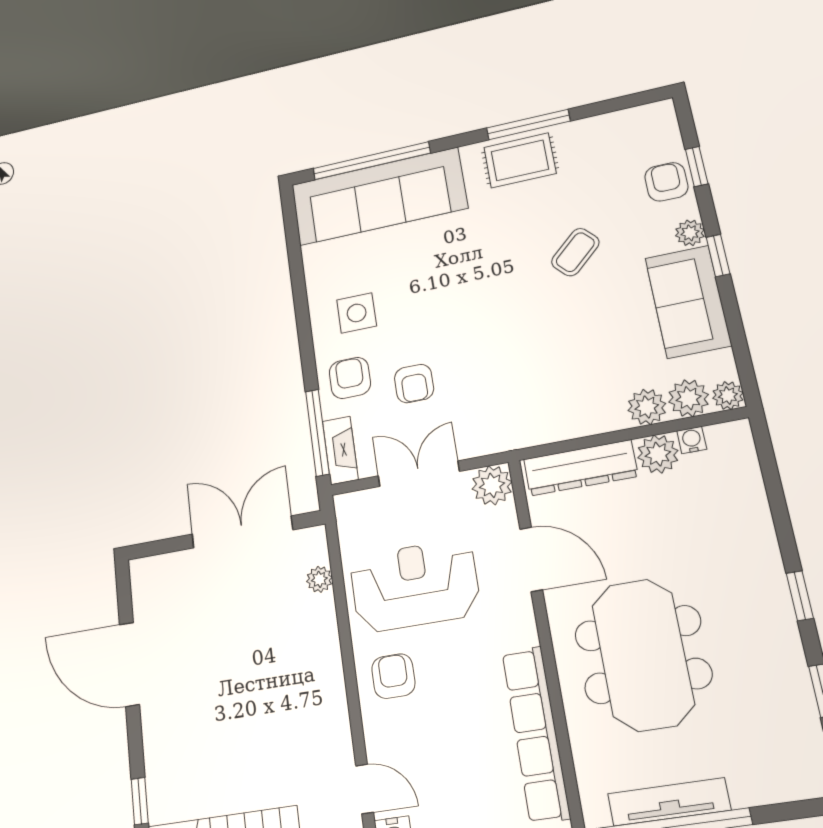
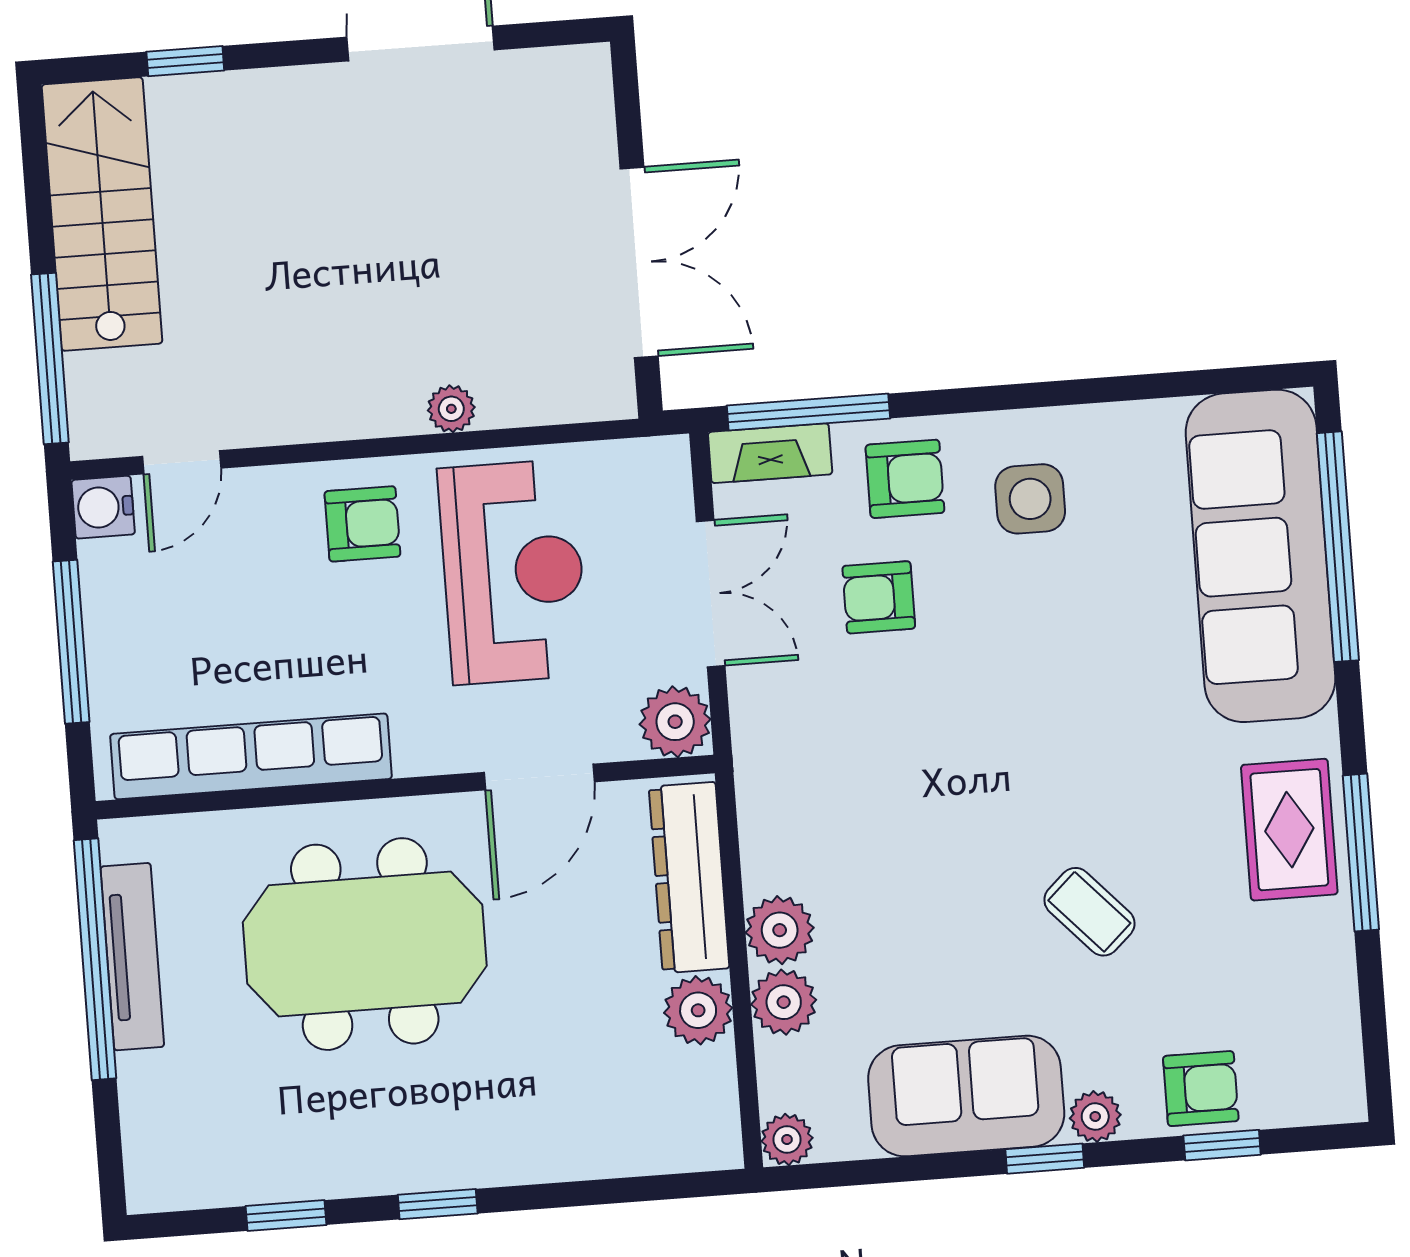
plant: (689, 398) -> (780, 930), moved
water cooler: (692, 440) -> (716, 1069), removed
plant: (319, 579) -> (451, 409), moved

